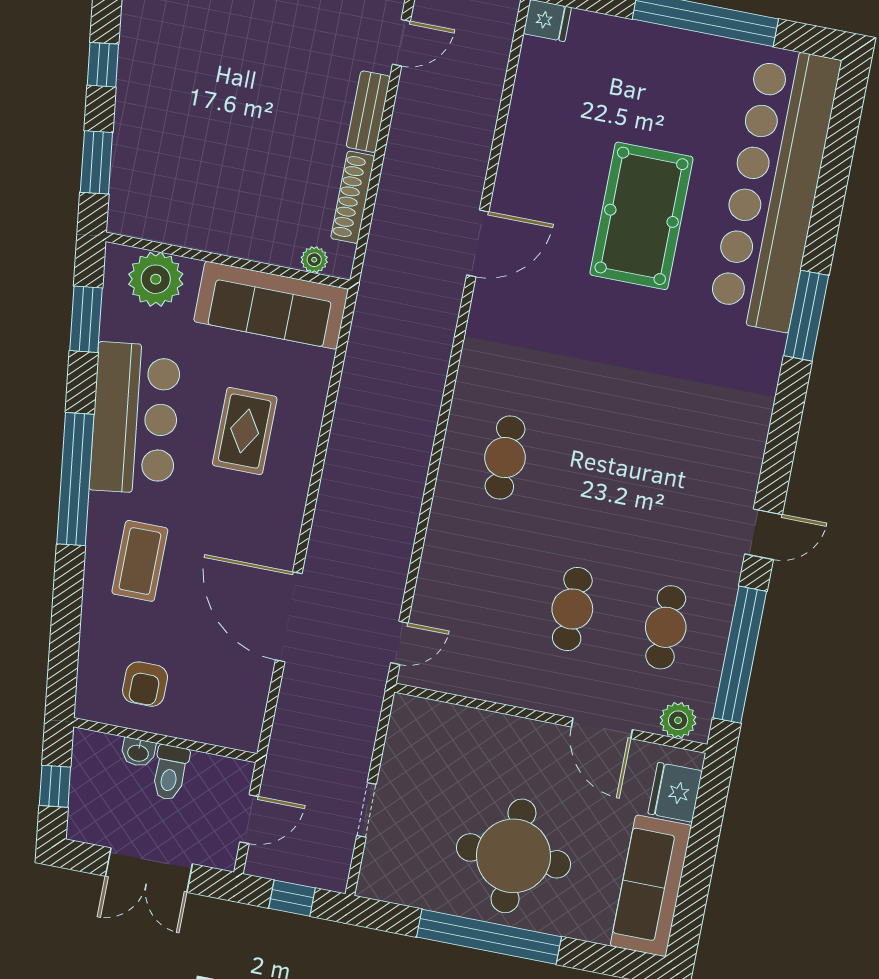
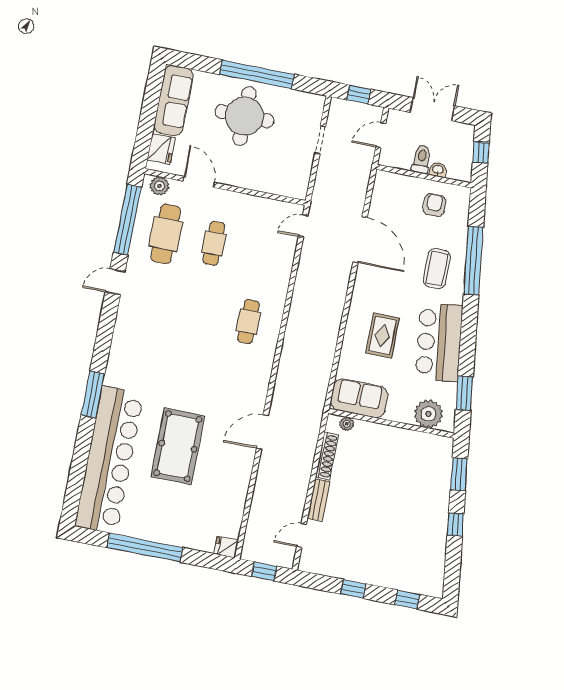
sofa: (271, 305) -> (359, 398), width x0.73
window: (75, 479) -> (473, 261), moved
cafe table: (666, 627) -> (166, 234), width x1.37, depth x1.35

